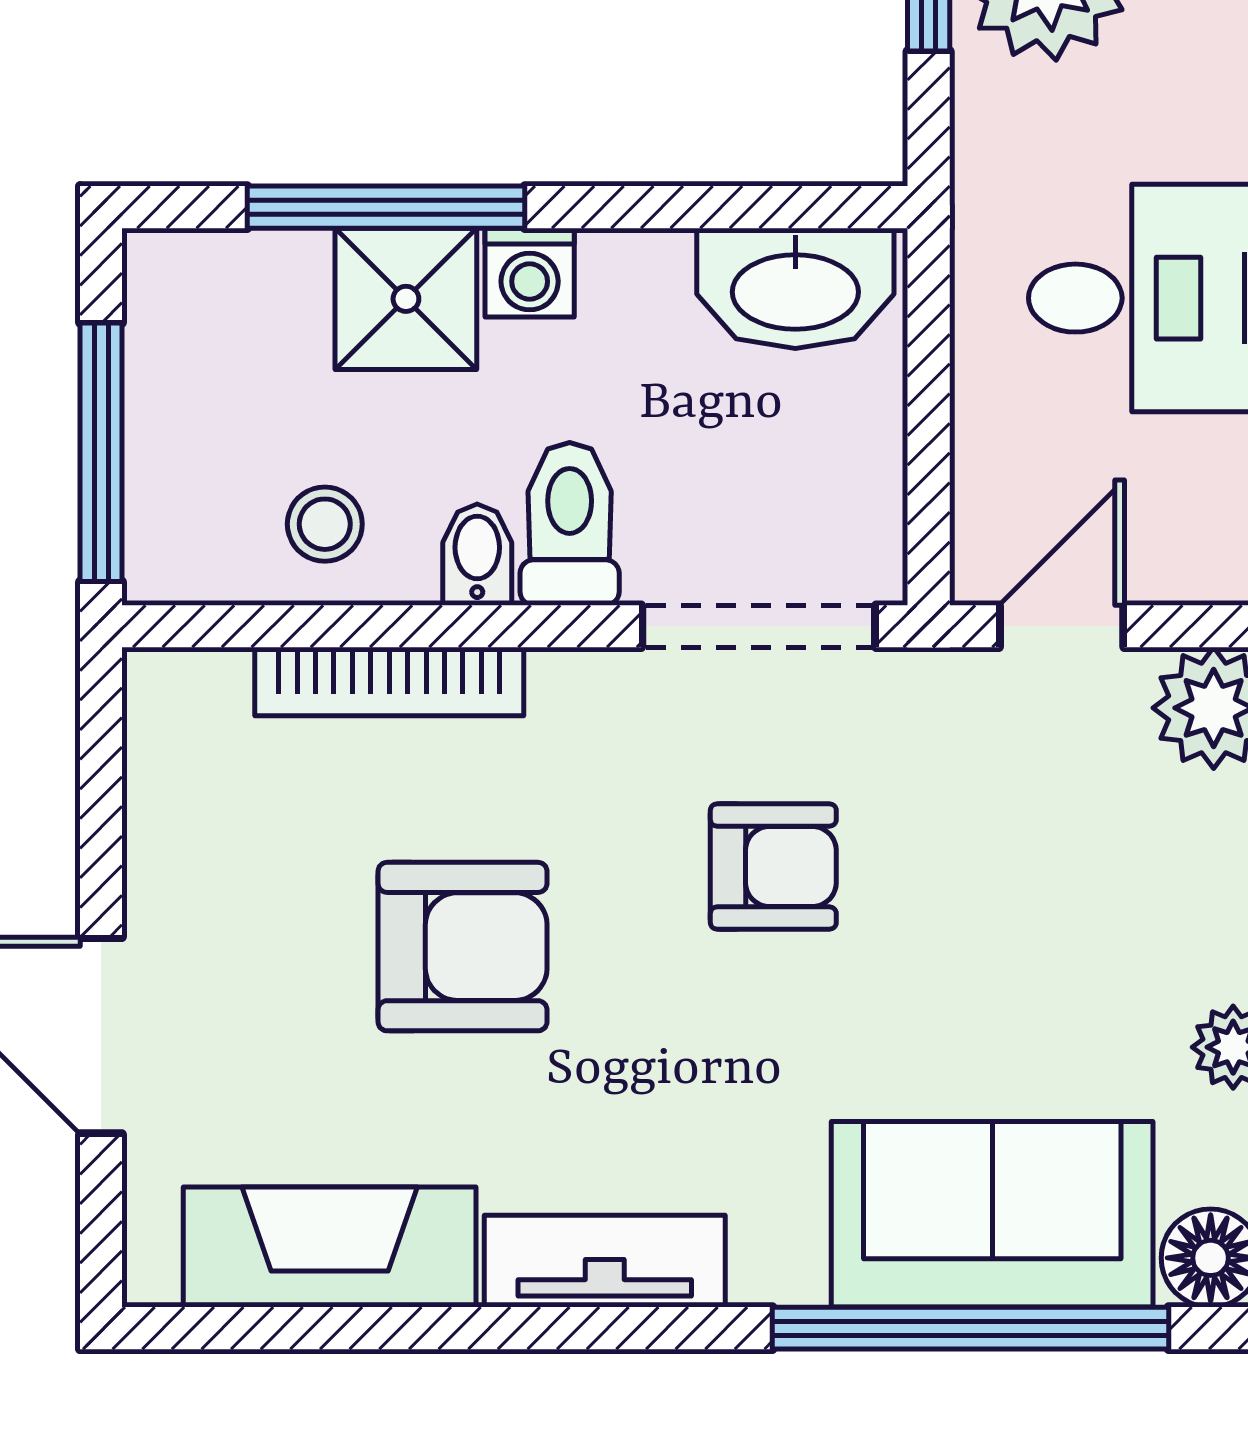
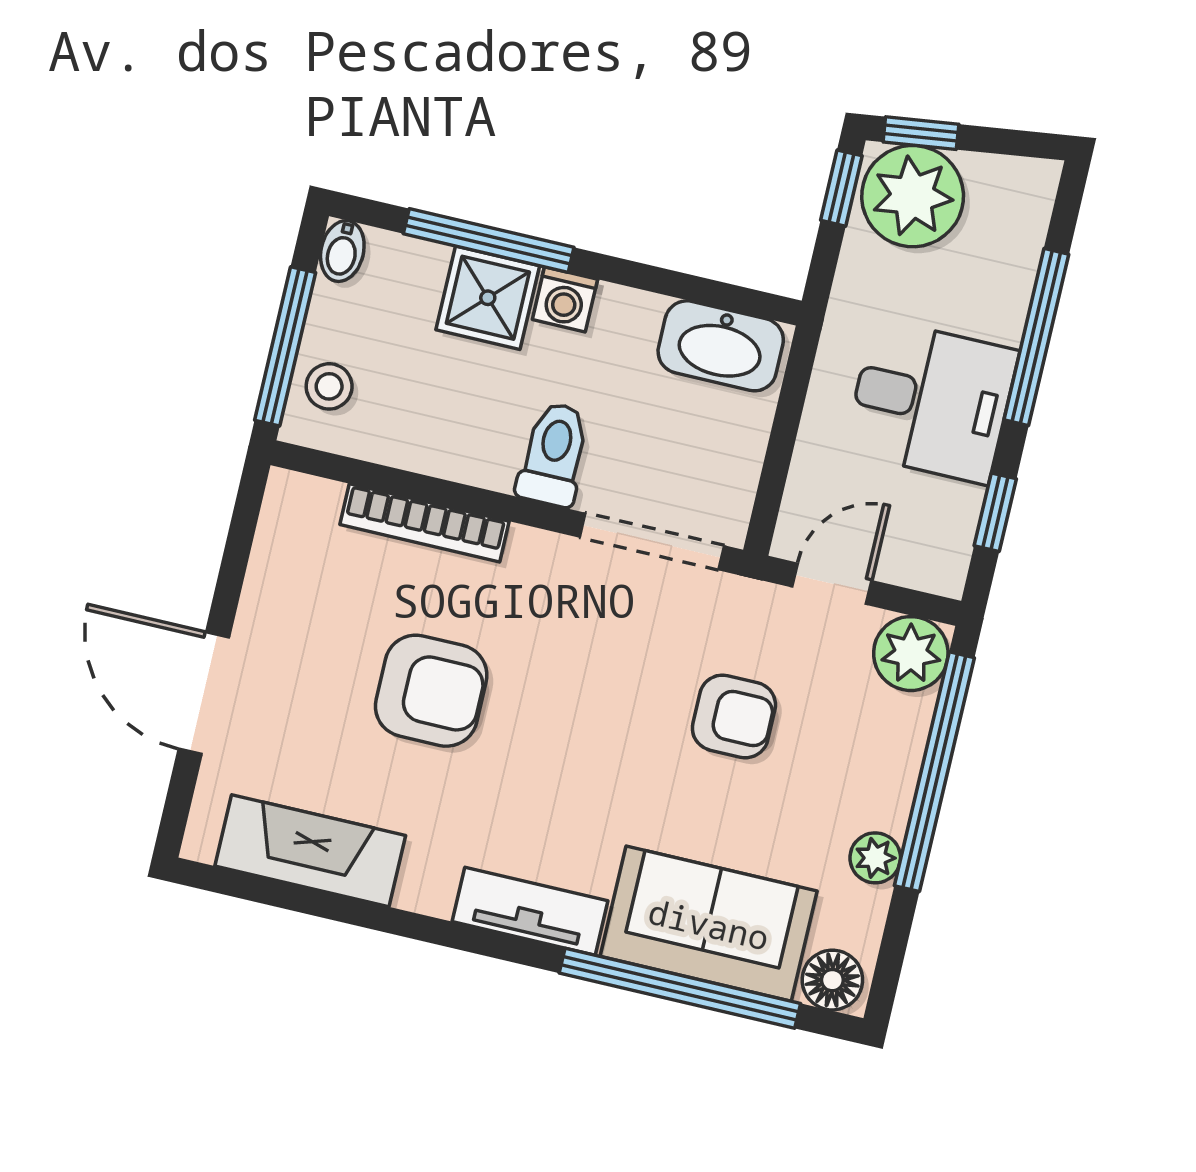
stool: (325, 524) -> (329, 386), moved
bidet: (477, 555) -> (342, 251), moved, turned 180
armchair: (773, 867) -> (734, 716), moved
tv unit: (605, 1261) -> (530, 911), moved

